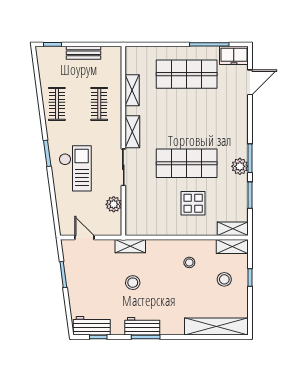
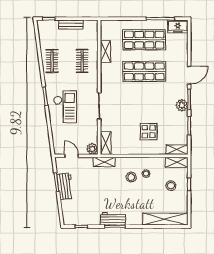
door: (250, 82) -> (189, 75), moved
shelving: (132, 132) -> (106, 143), moved
shop shelf: (187, 163) -> (144, 71), moved
plant: (114, 204) -> (92, 149), moved
stool: (133, 283) -> (131, 177), moved
workbench: (92, 326) -> (65, 186), moved, turned 82

